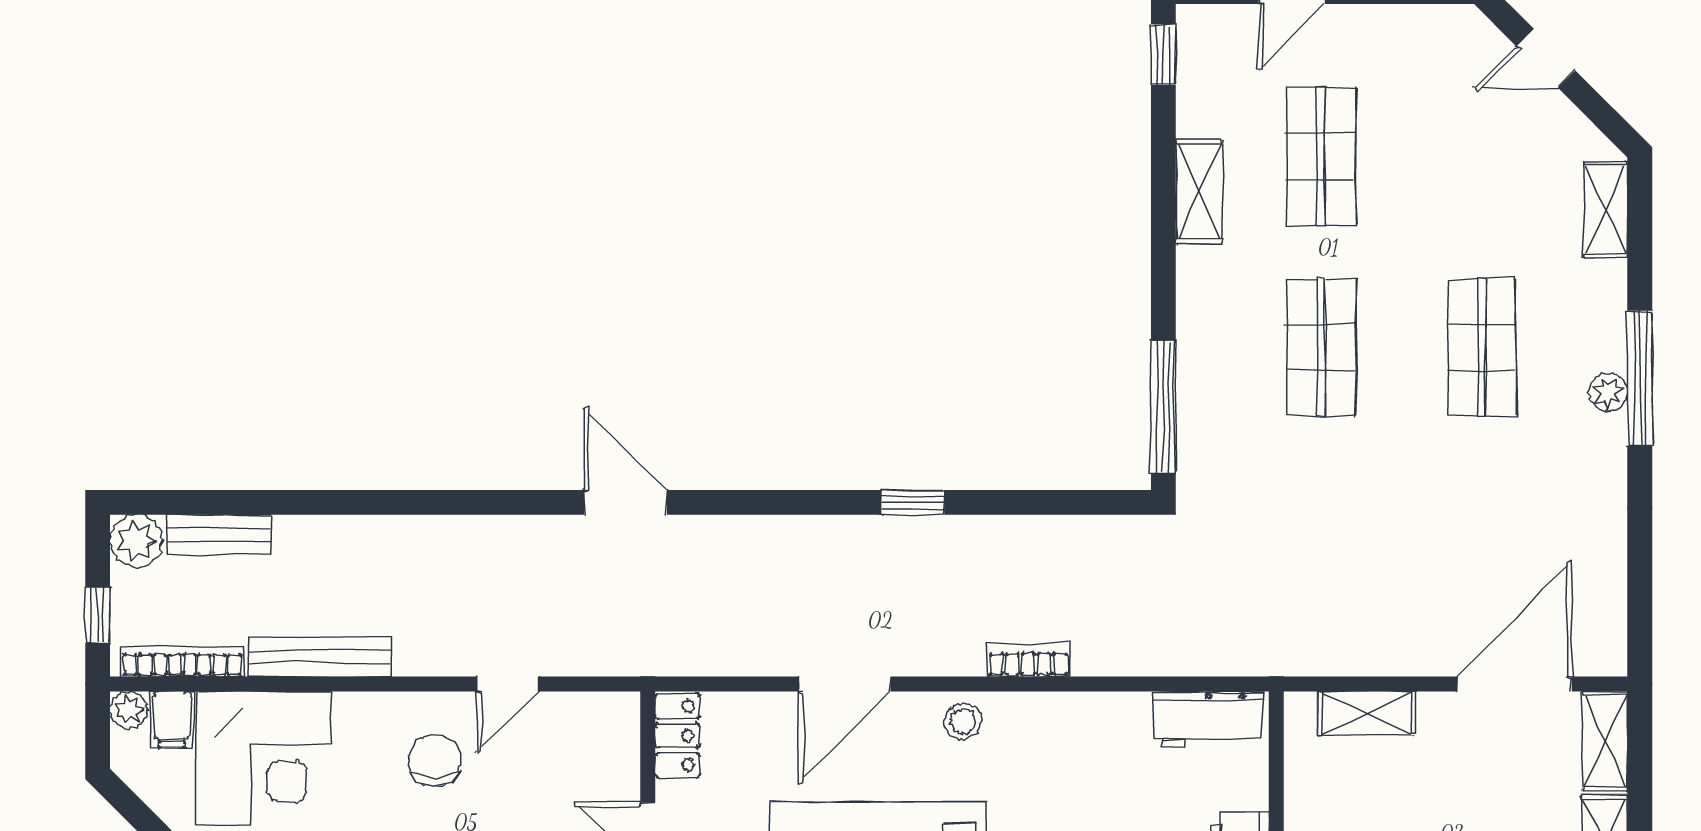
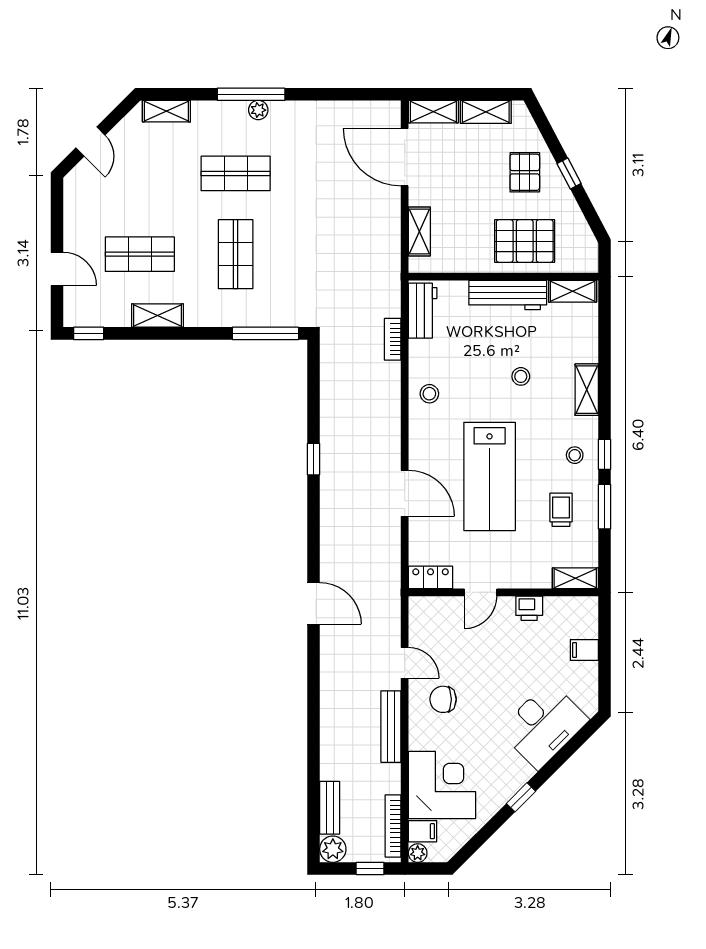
shop shelf: (1321, 347) -> (236, 254), turned 90
door: (626, 502) -> (313, 603), swing flipped
bench: (319, 657) -> (391, 727), moved
bookcase: (1028, 660) -> (393, 339), moved
stool: (963, 721) -> (429, 394), moved

